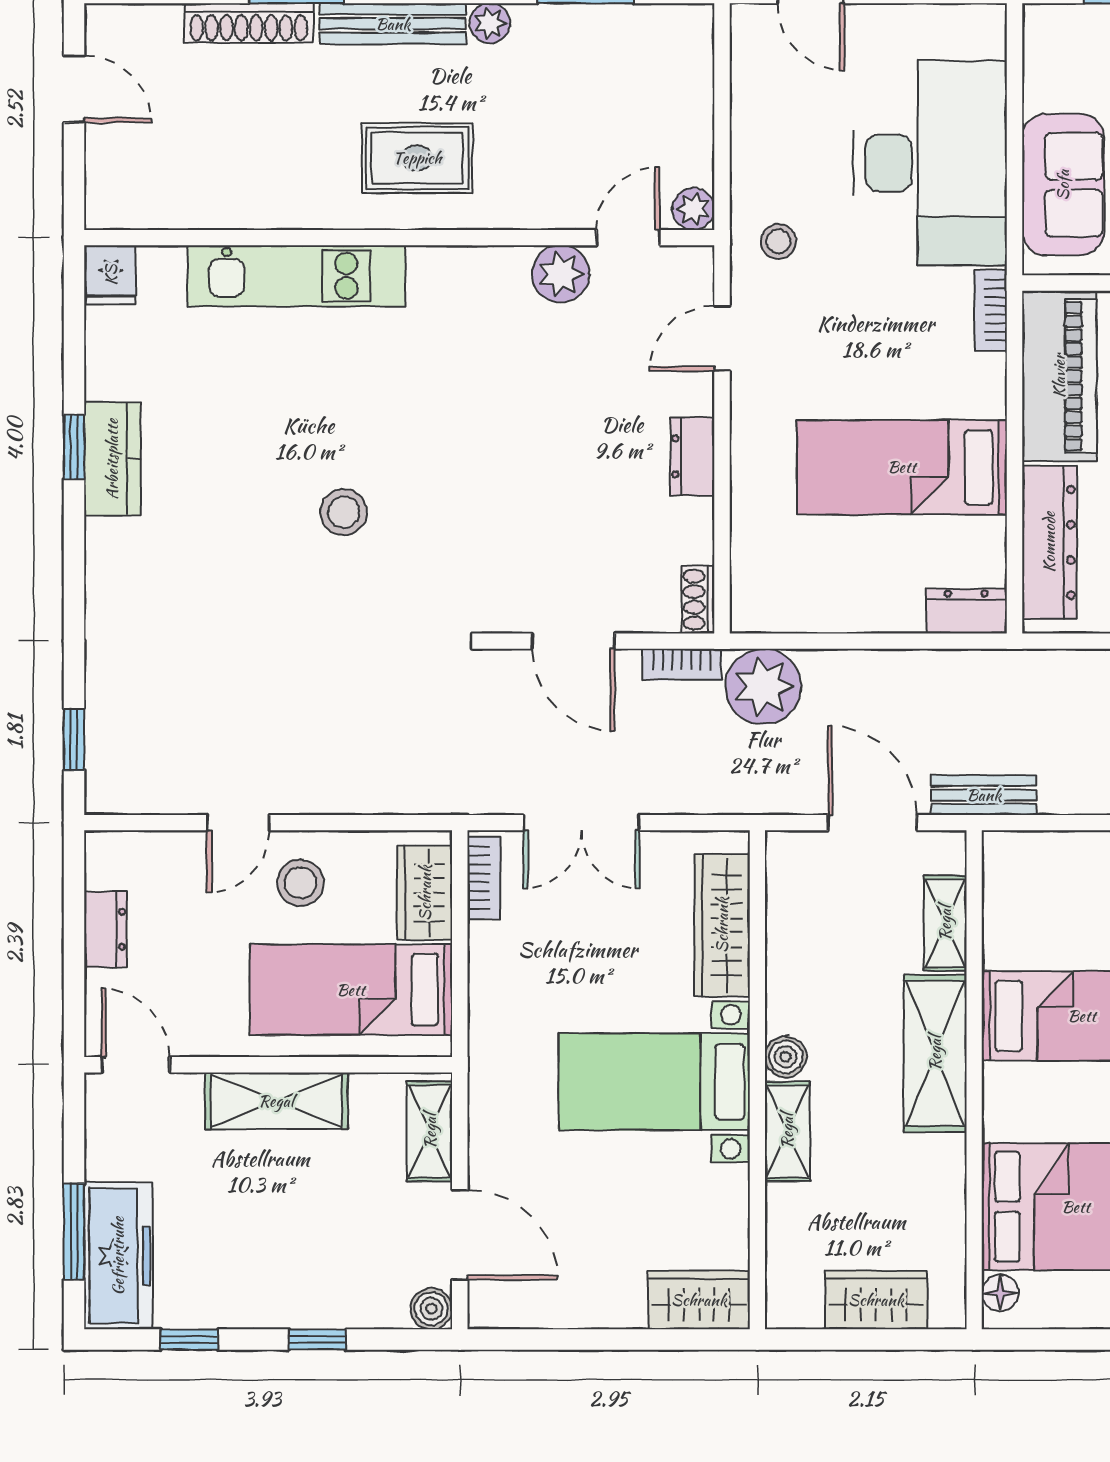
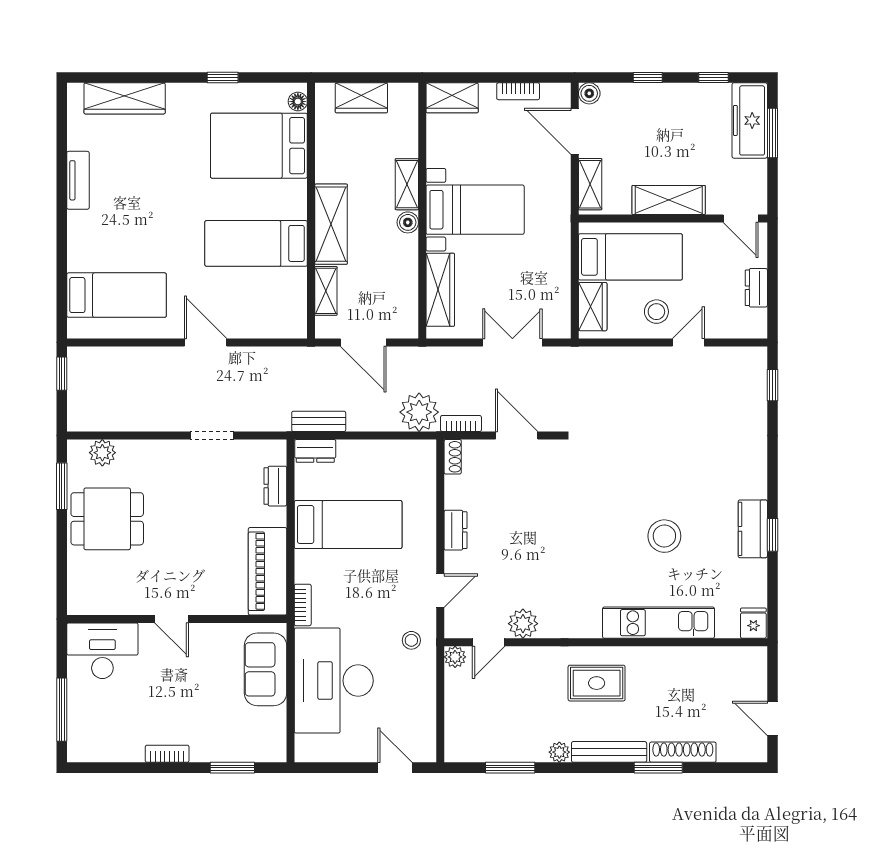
stool: (344, 512) -> (664, 536), moved, width x1.38, depth x1.38
dresser: (1049, 542) -> (275, 486), width x0.51, depth x0.80
bench: (984, 795) -> (319, 421), moved
bookcase: (484, 878) -> (518, 91), moved, turned -90

